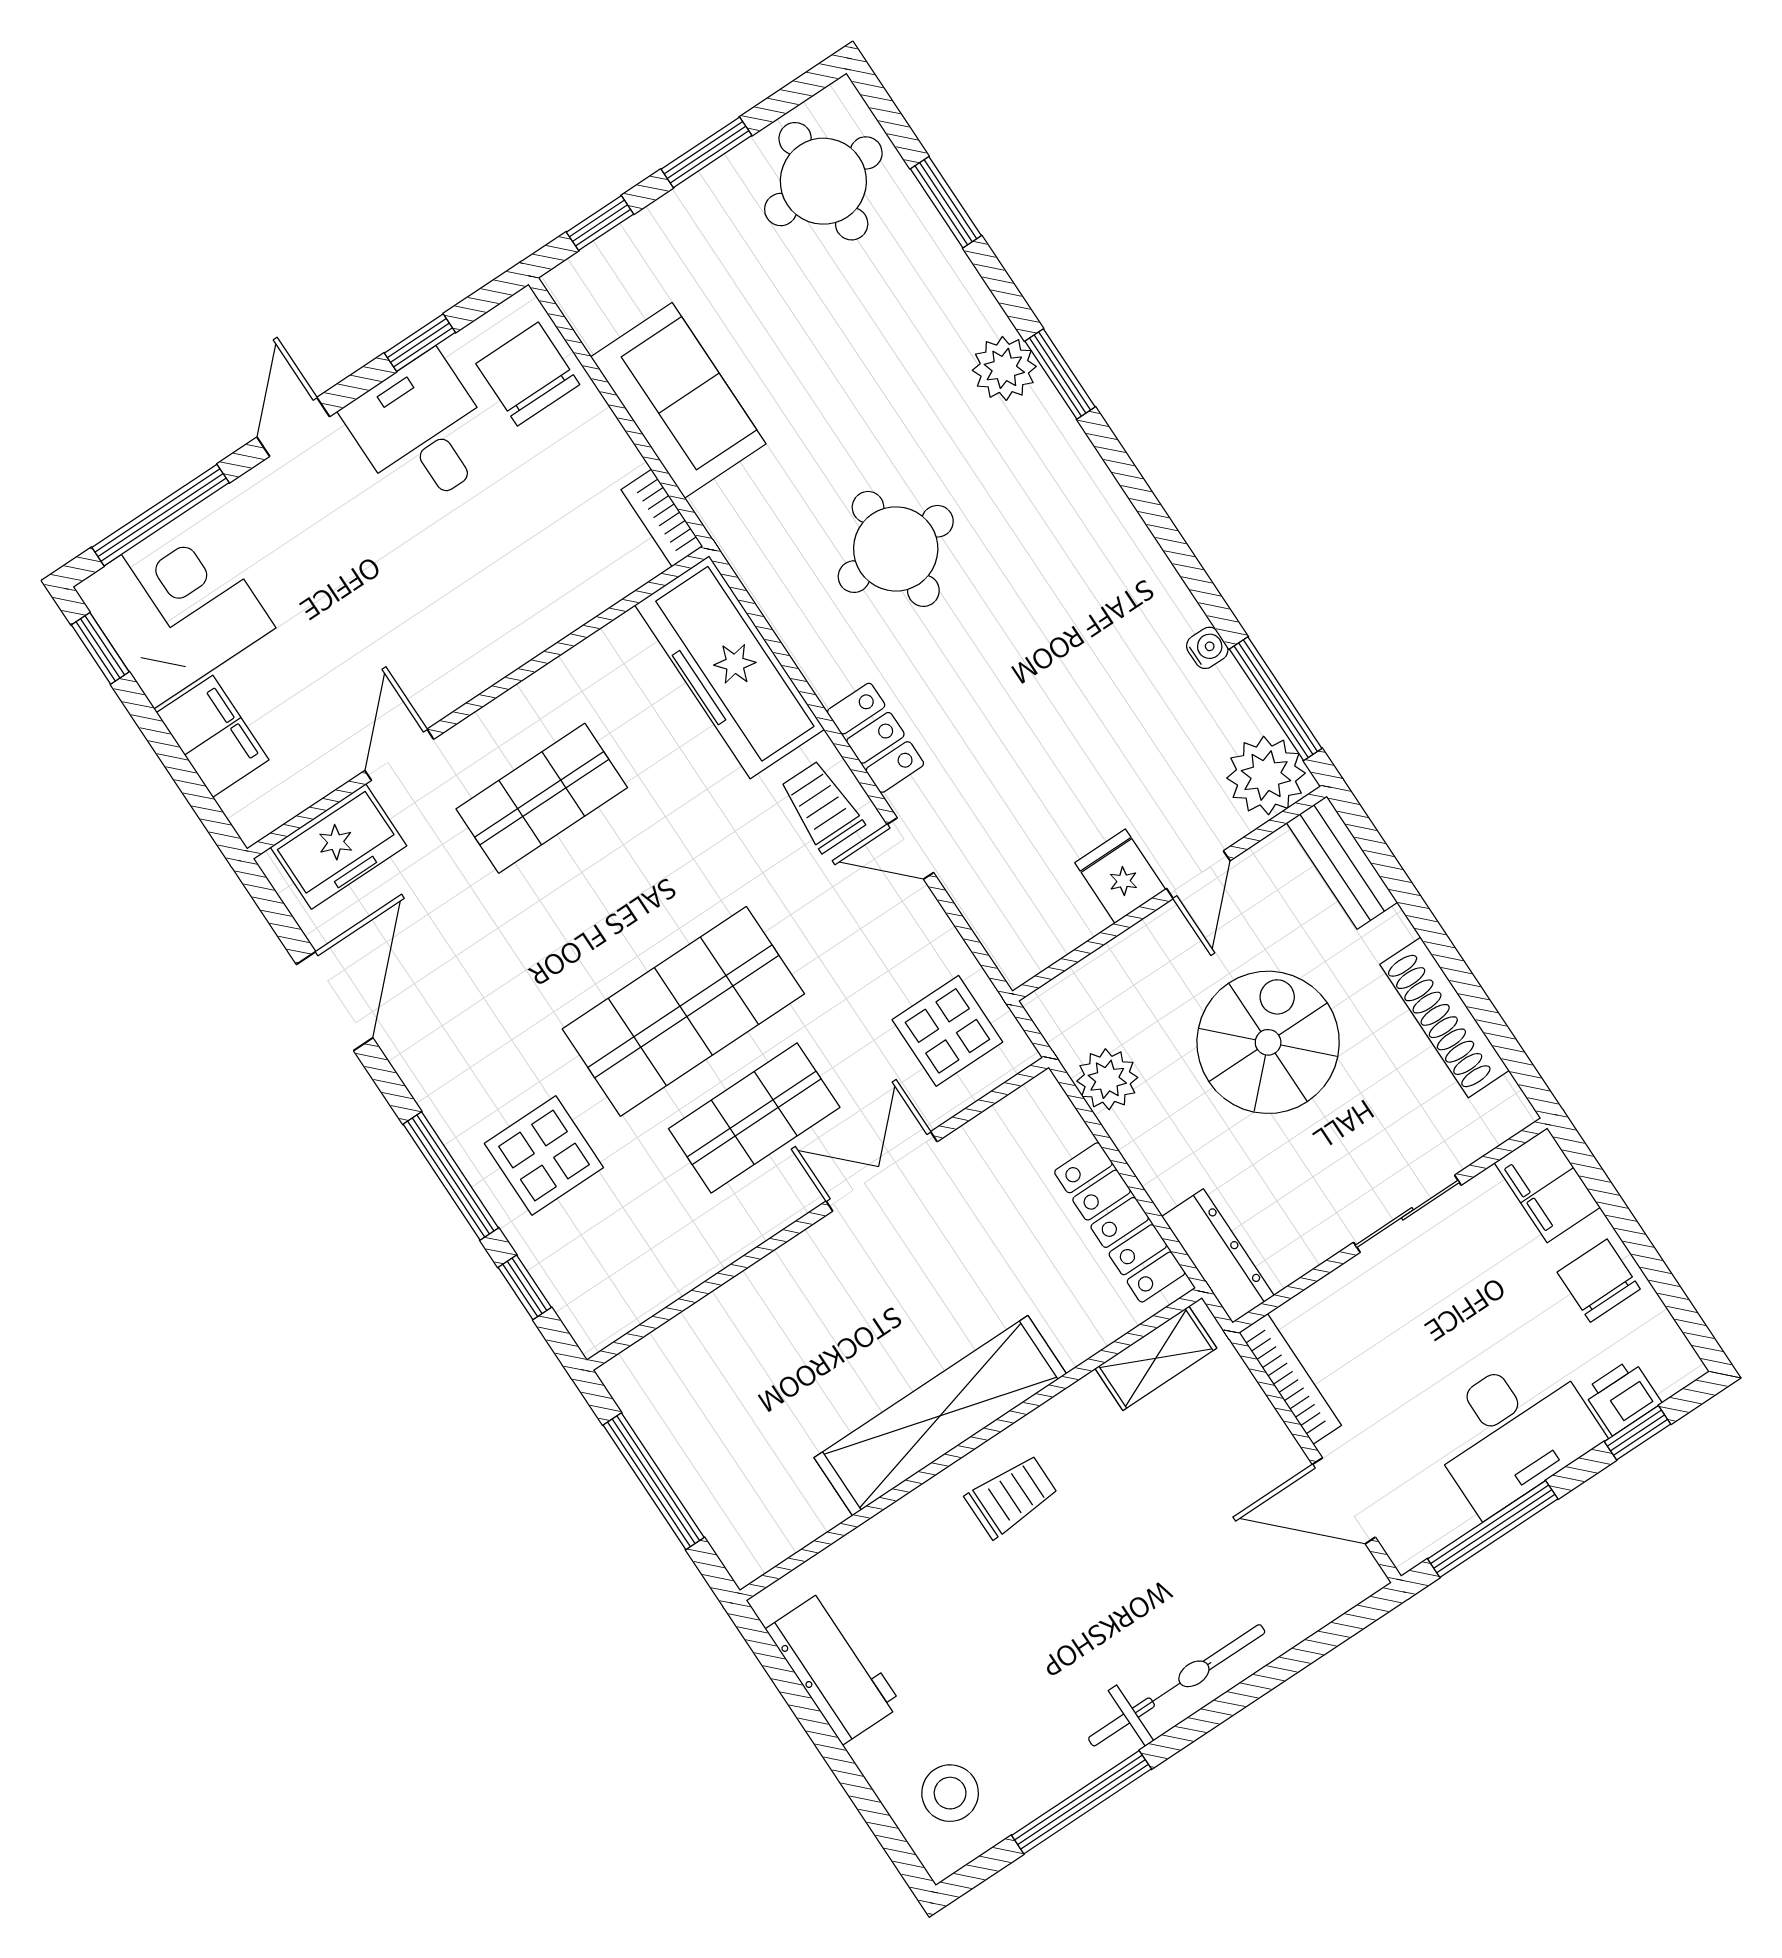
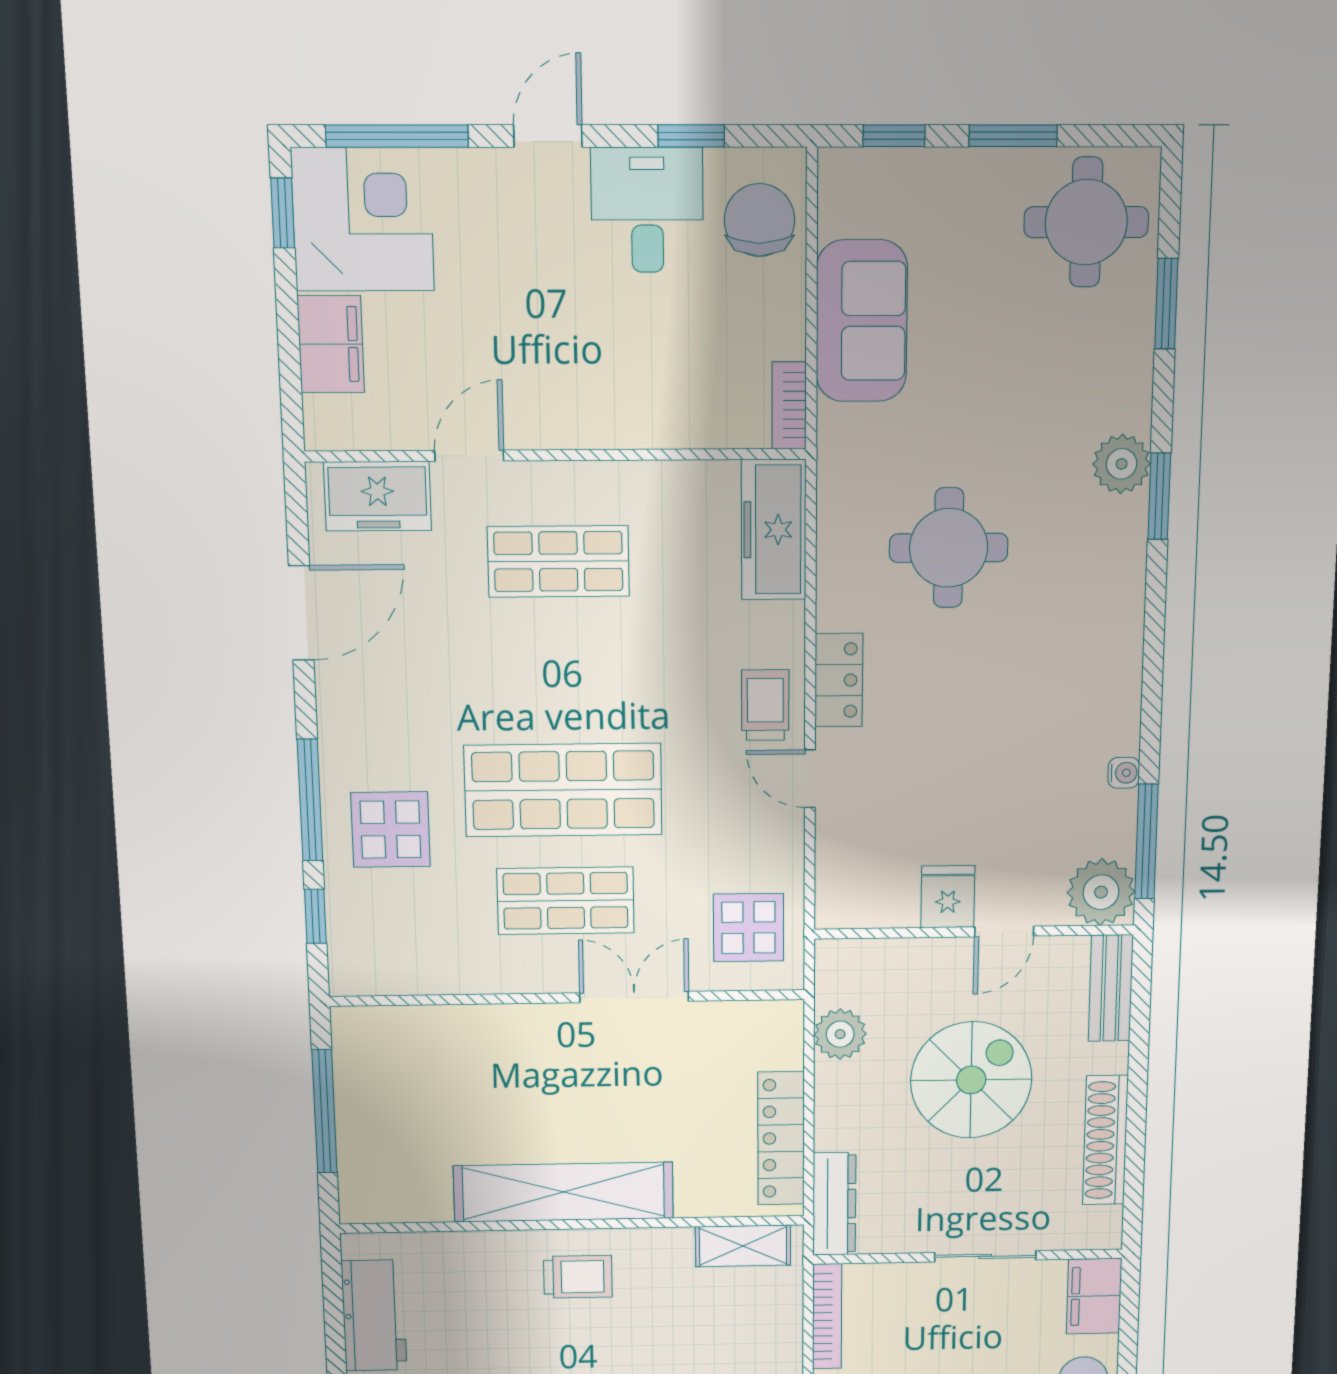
freezer: (730, 667) -> (774, 530), width x0.73, depth x0.79

